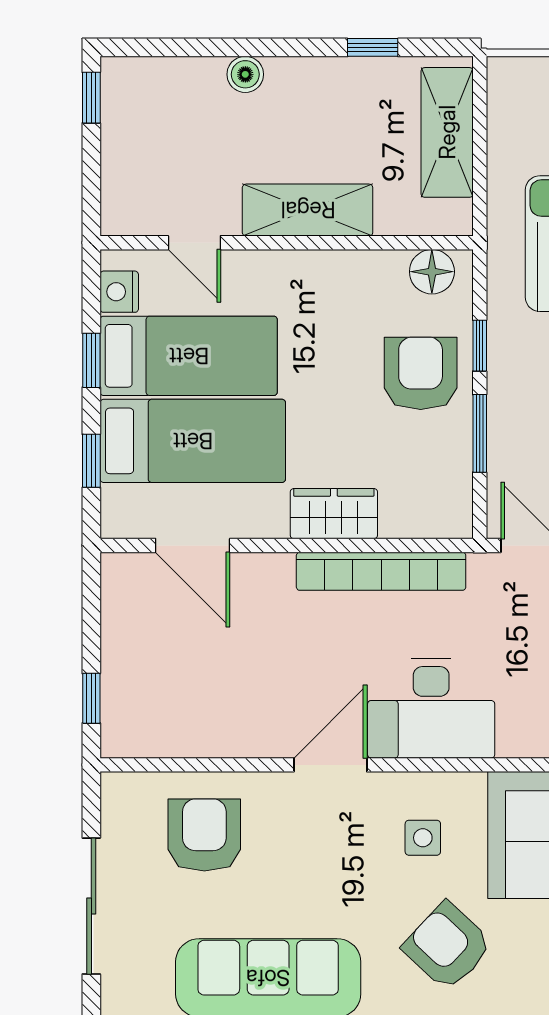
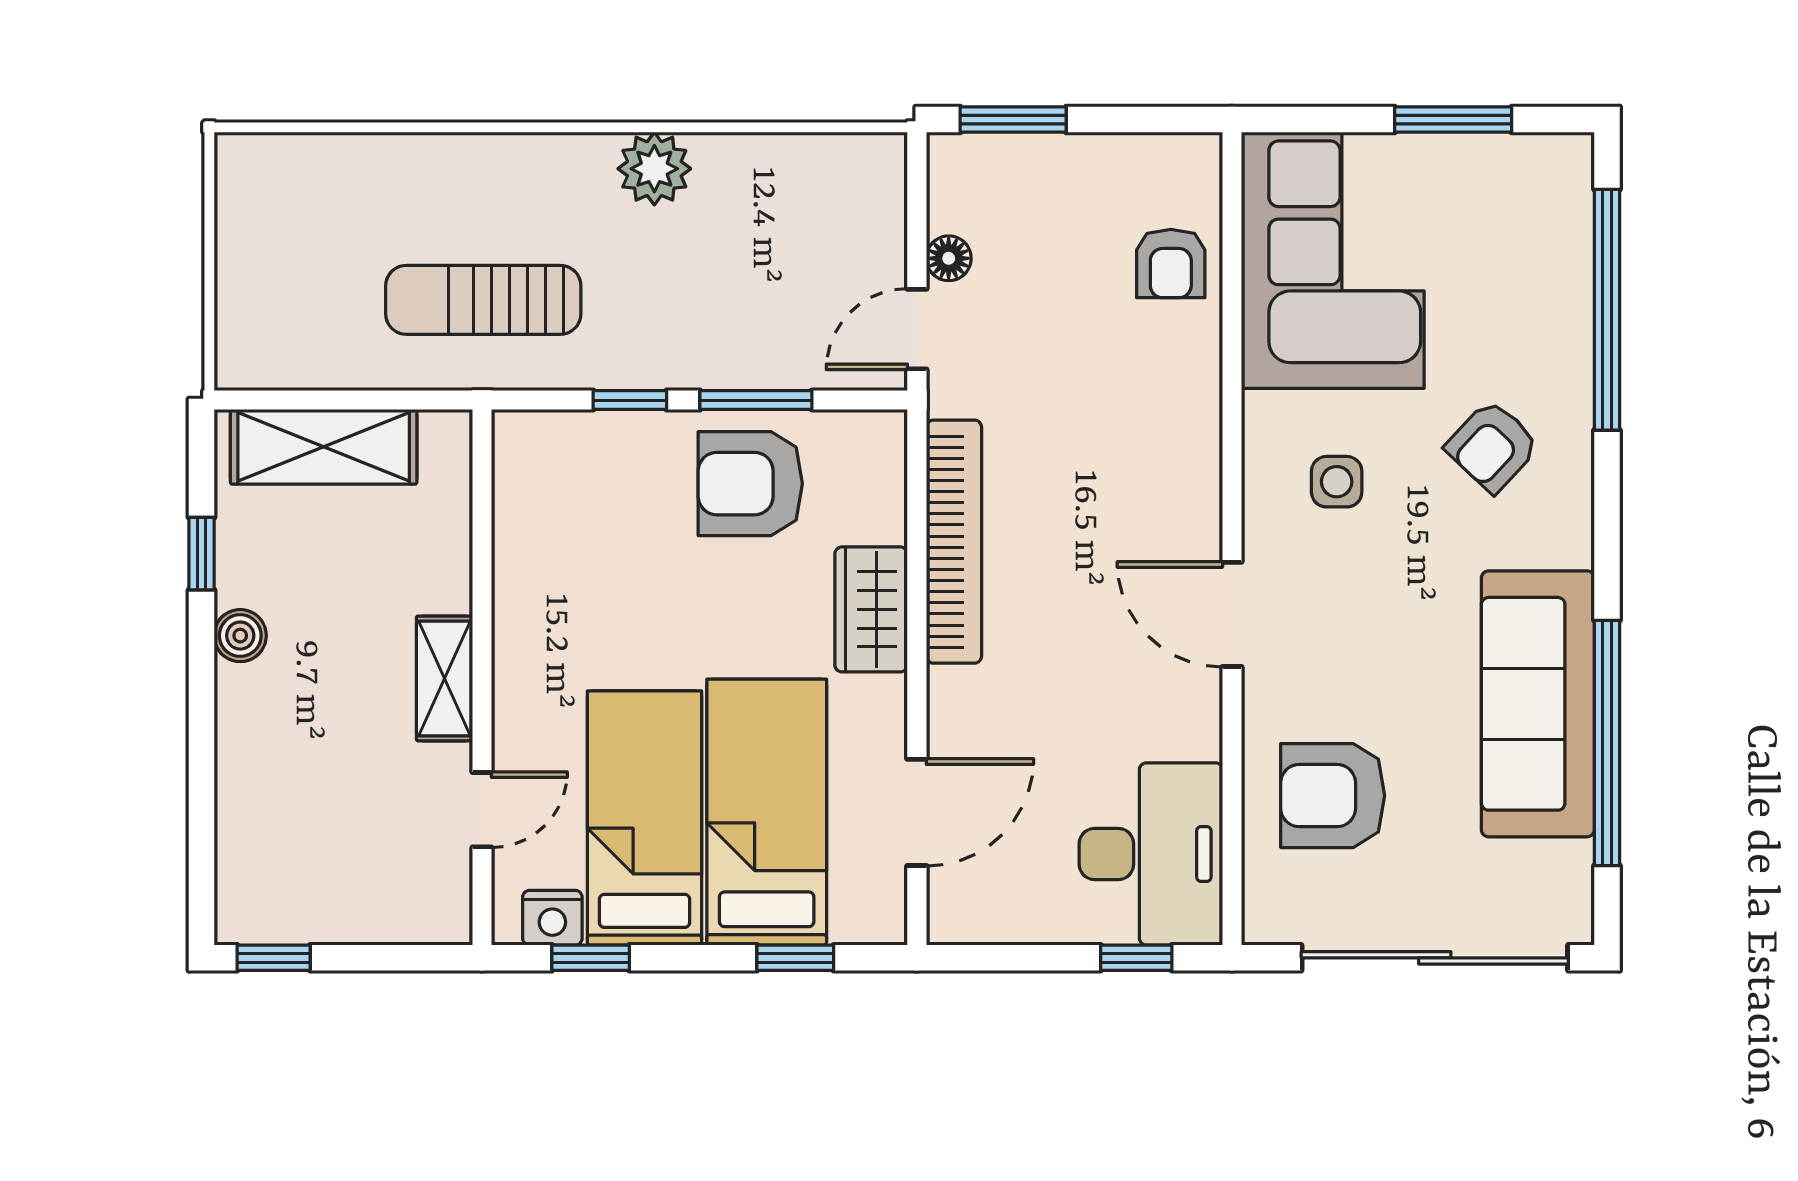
boiler: (245, 74) -> (240, 636), moved
shelving: (308, 210) -> (444, 678), width x0.67, depth x0.75
floor lamp: (432, 272) -> (524, 469), removed
window: (91, 360) -> (591, 958), moved
armchair: (421, 373) -> (750, 484), moved
desk: (431, 708) -> (1151, 854), moved
sliding door: (91, 906) -> (1435, 958), width x1.36
armchair: (448, 946) -> (1492, 446), width x0.72, depth x0.72

